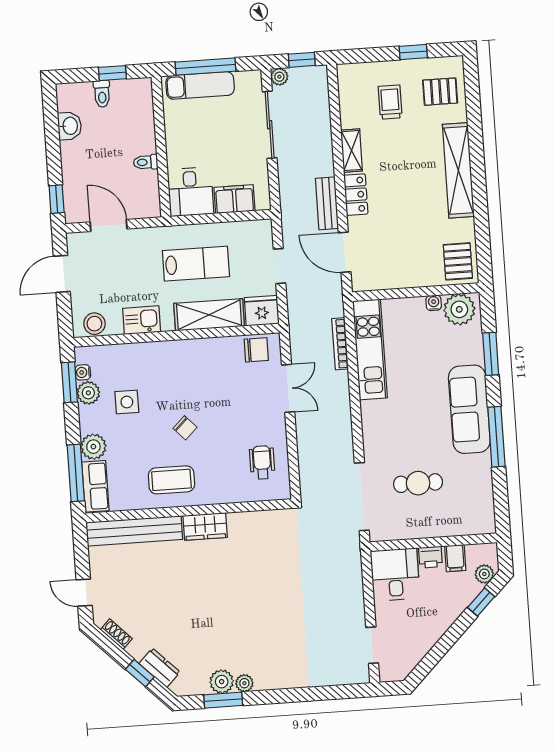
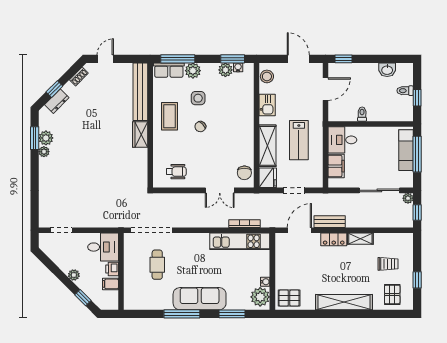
side table: (127, 402) -> (198, 98), moved
plant: (484, 574) -> (74, 275), moved

